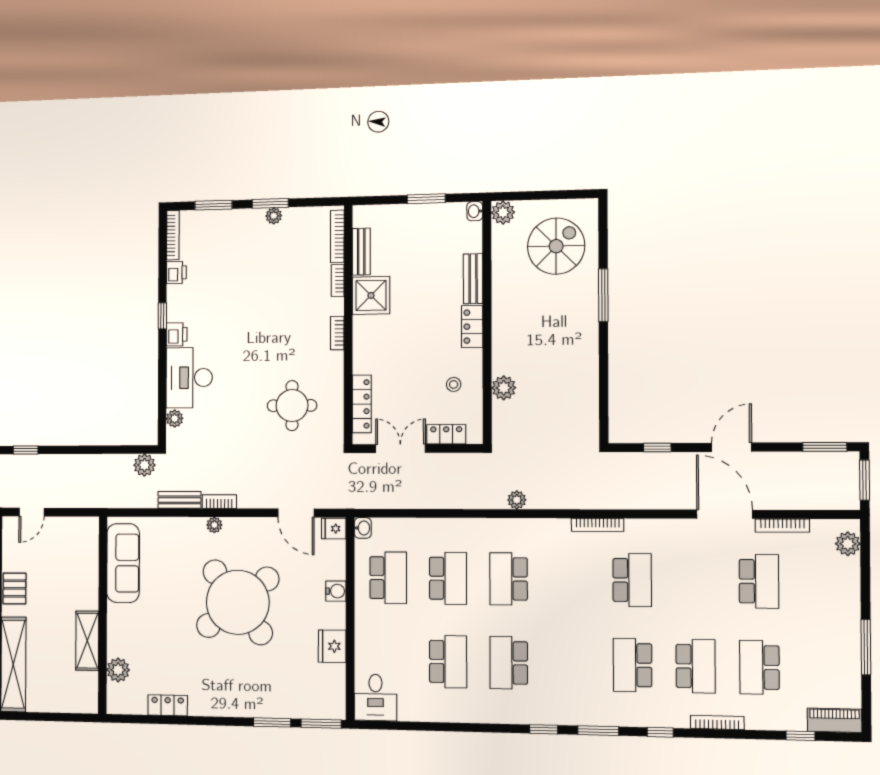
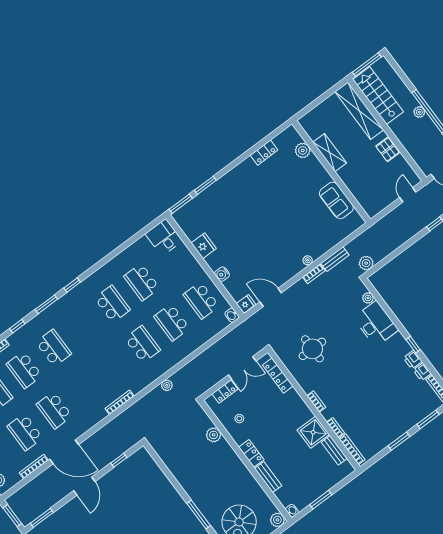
plant: (274, 216) -> (392, 436), removed
printer: (177, 334) -> (413, 360), moved
sofa: (123, 563) -> (336, 200), width x0.73
school desk: (632, 580) -> (54, 410), moved
round table: (238, 602) -> (267, 231), removed

